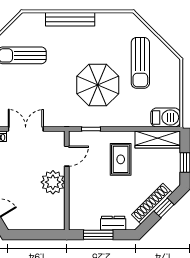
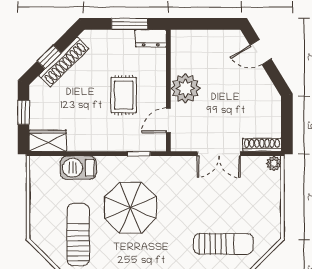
barbecue: (166, 117) -> (78, 168), moved
wardrobe: (158, 140) -> (48, 141), width x0.67
rug: (121, 159) -> (124, 95), moved
dresser: (113, 223) -> (151, 38), moved

